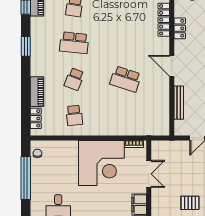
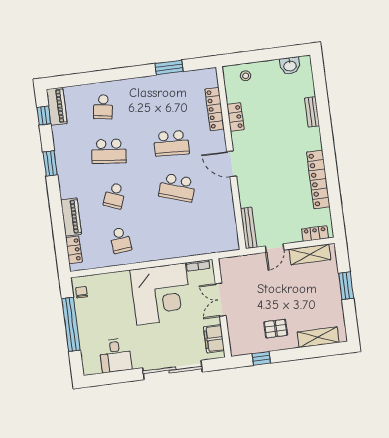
school desk: (125, 43) -> (171, 143), added
bench: (179, 103) -> (249, 228), moved
double door: (149, 174) -> (221, 300), swing flipped

